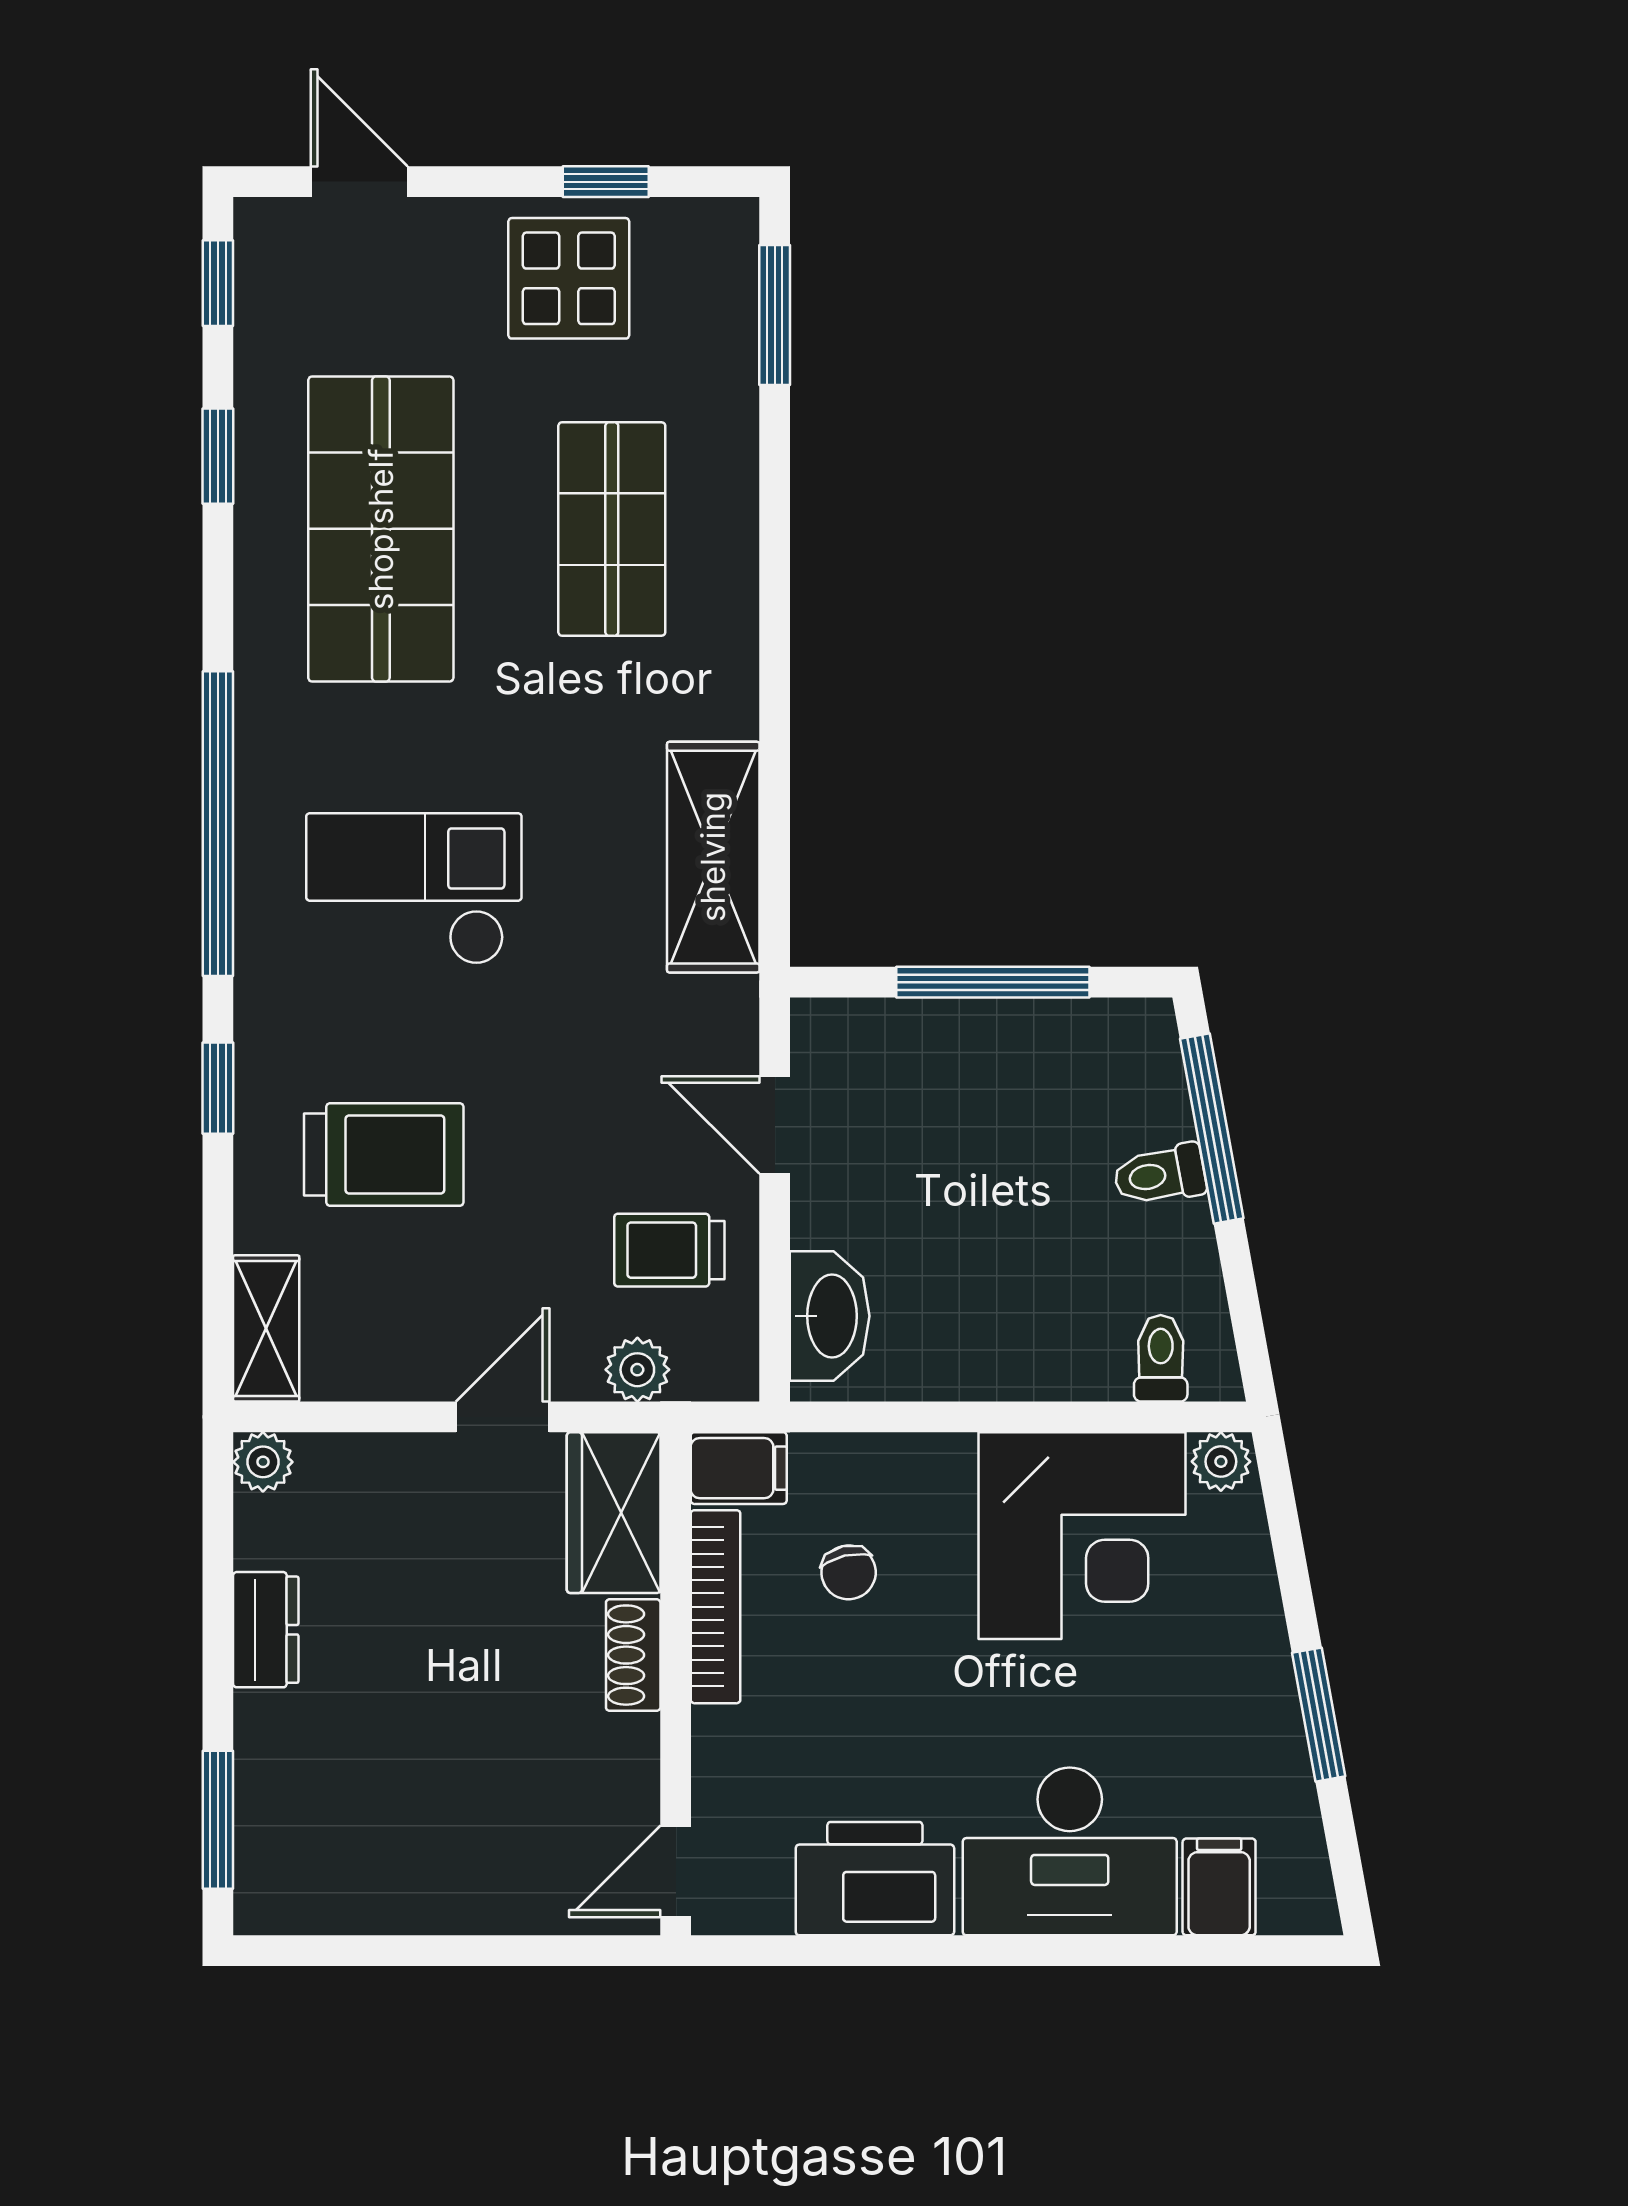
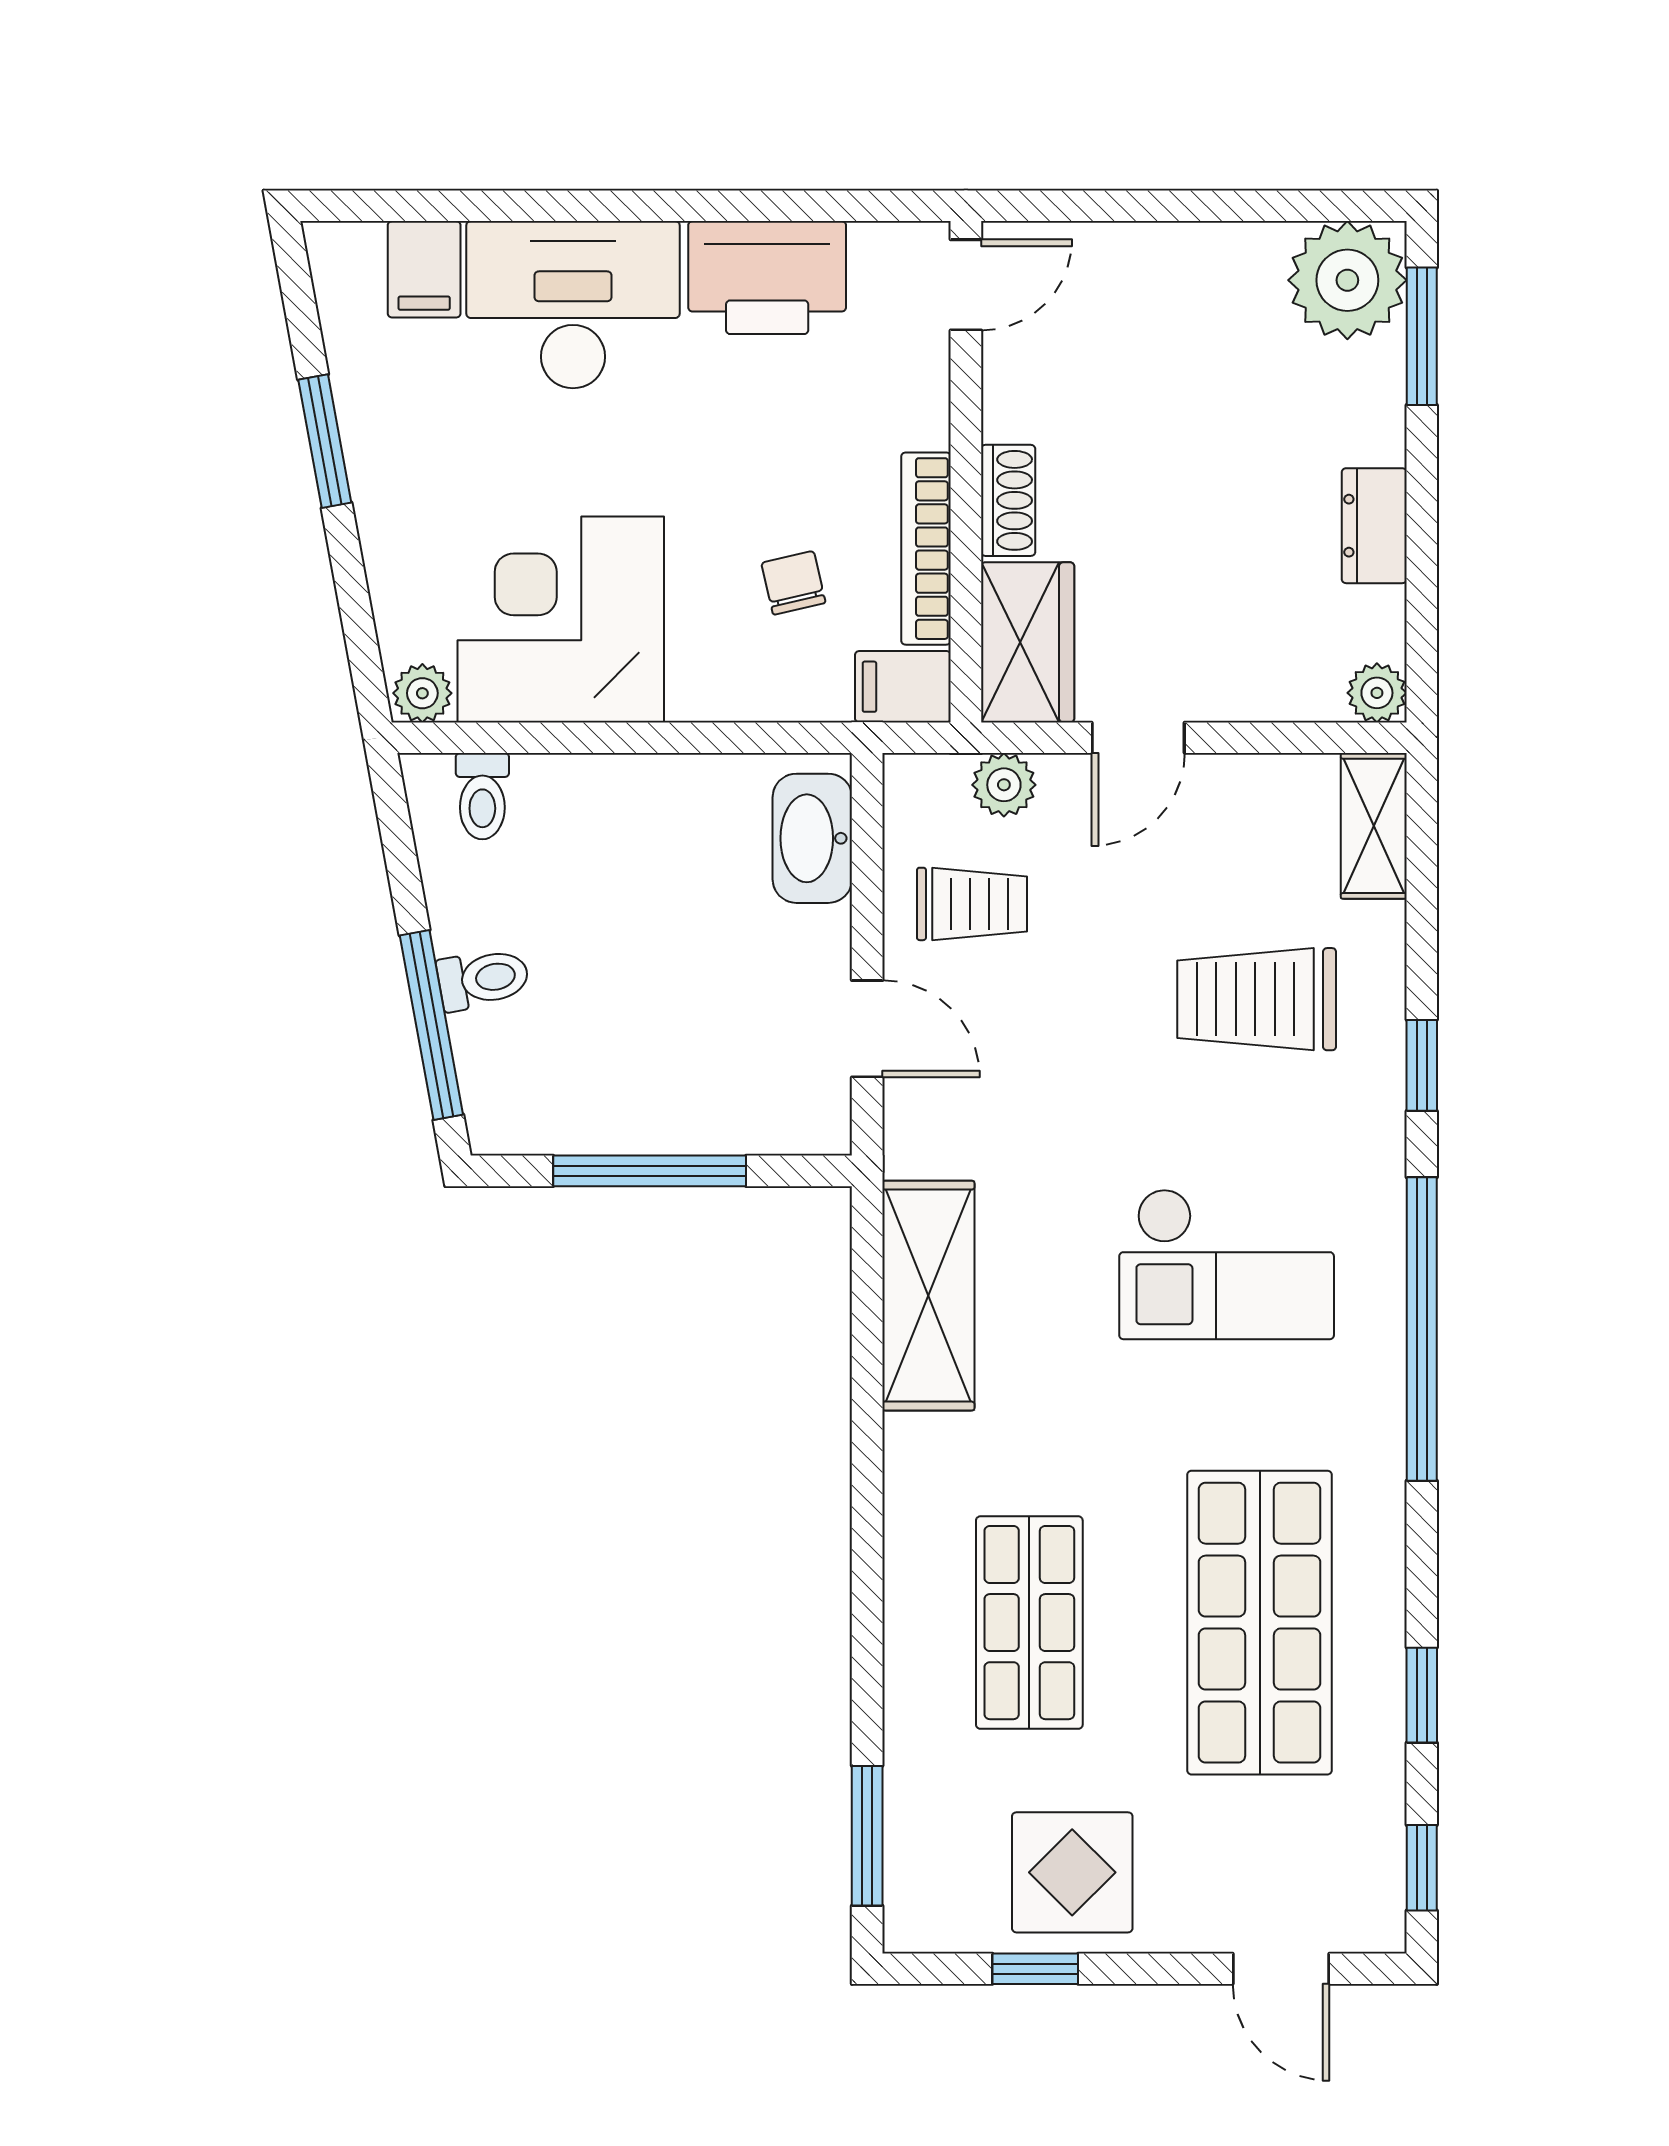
plant: (293, 1876) -> (1347, 280), added

